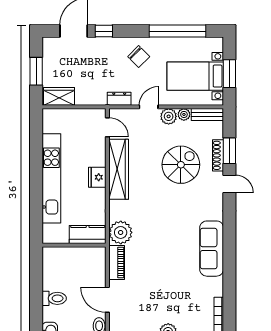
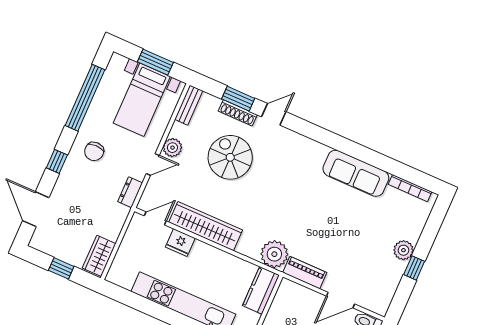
window: (104, 31) -> (57, 161), moved
chair: (139, 57) -> (94, 151), turned 135
window: (36, 71) -> (61, 268), width x0.67
door: (149, 107) -> (153, 164), swing flipped
plant: (184, 114) -> (178, 130), removed
fridge: (97, 177) -> (180, 243), moved
sofa: (212, 249) -> (356, 173), moved

